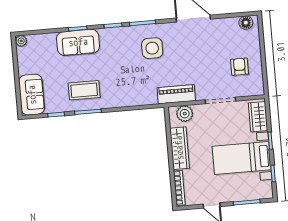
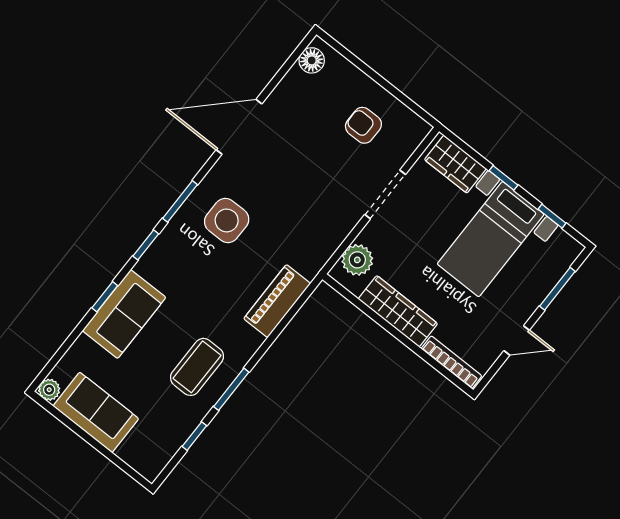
piano: (176, 94) -> (277, 301), moved
sofa: (32, 95) -> (96, 412), moved

